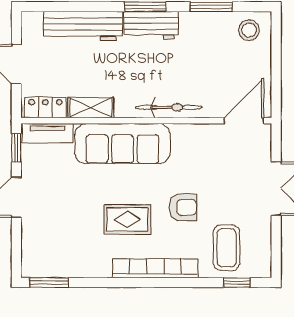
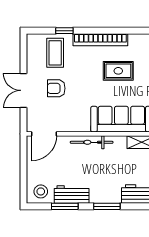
workbench: (151, 25) -> (72, 195), moved
armchair: (183, 207) -> (56, 88), moved
window: (237, 283) -> (64, 31), moved

